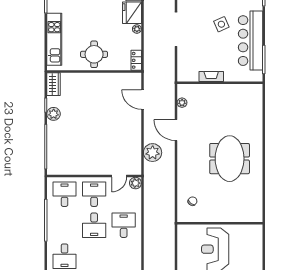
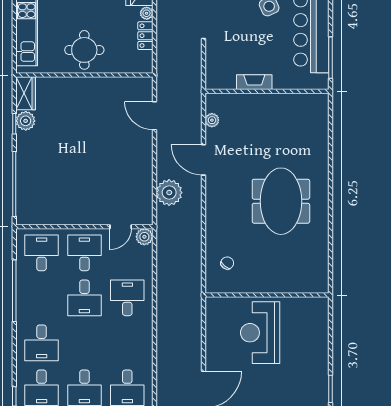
locker: (136, 60) -> (145, 36), moved
plant: (54, 114) -> (26, 121), moved

